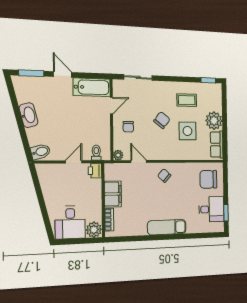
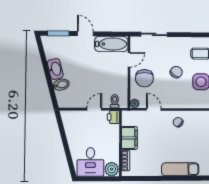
chair: (128, 127) -> (144, 78), width x1.87, depth x1.87
bidet: (40, 152) -> (61, 85), moved

